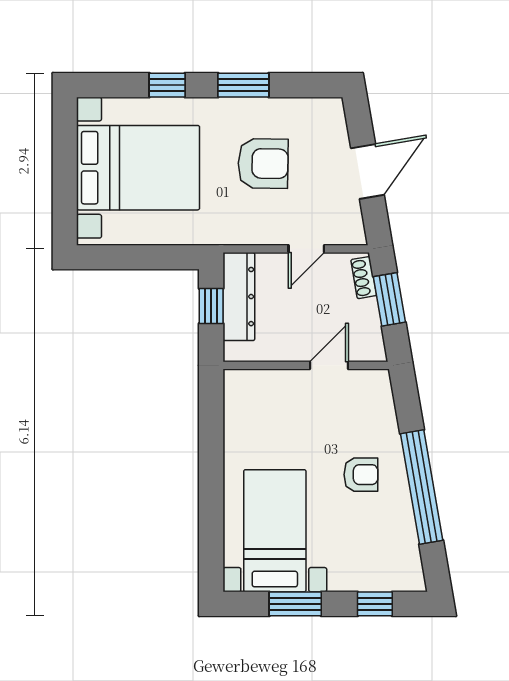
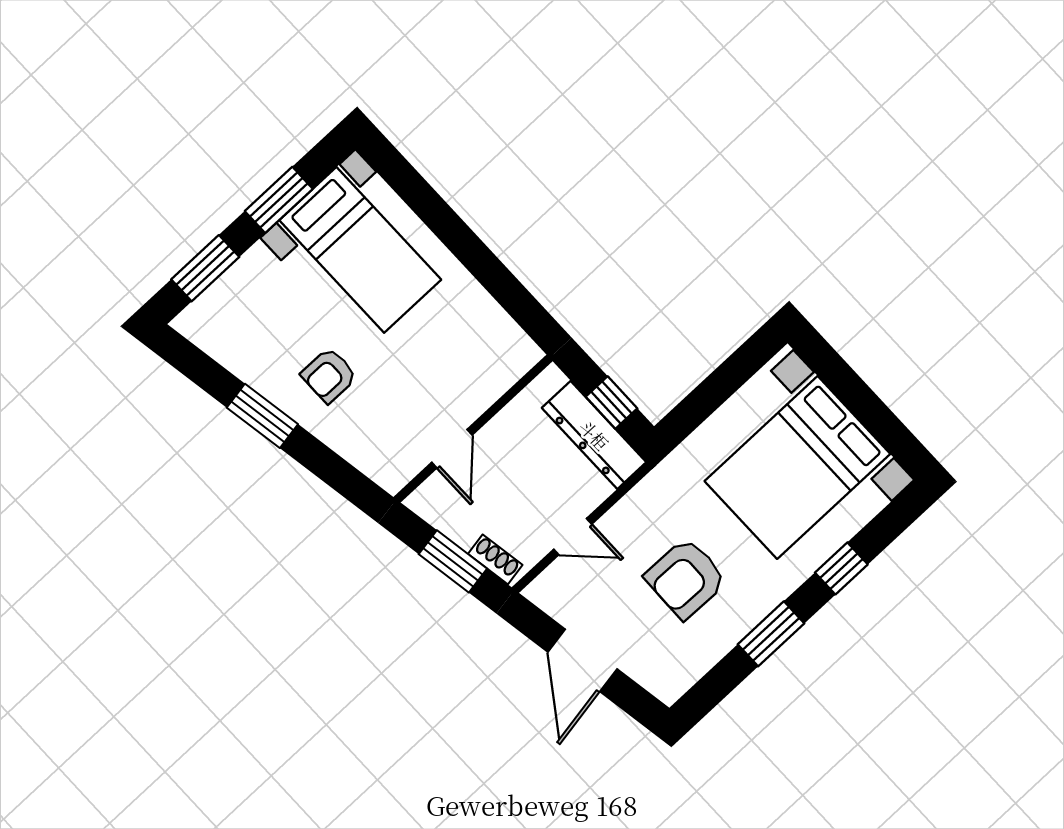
door: (306, 249) -> (573, 537), swing flipped
window: (422, 487) -> (262, 416), width x0.47
window: (375, 604) -> (205, 268), width x1.50

